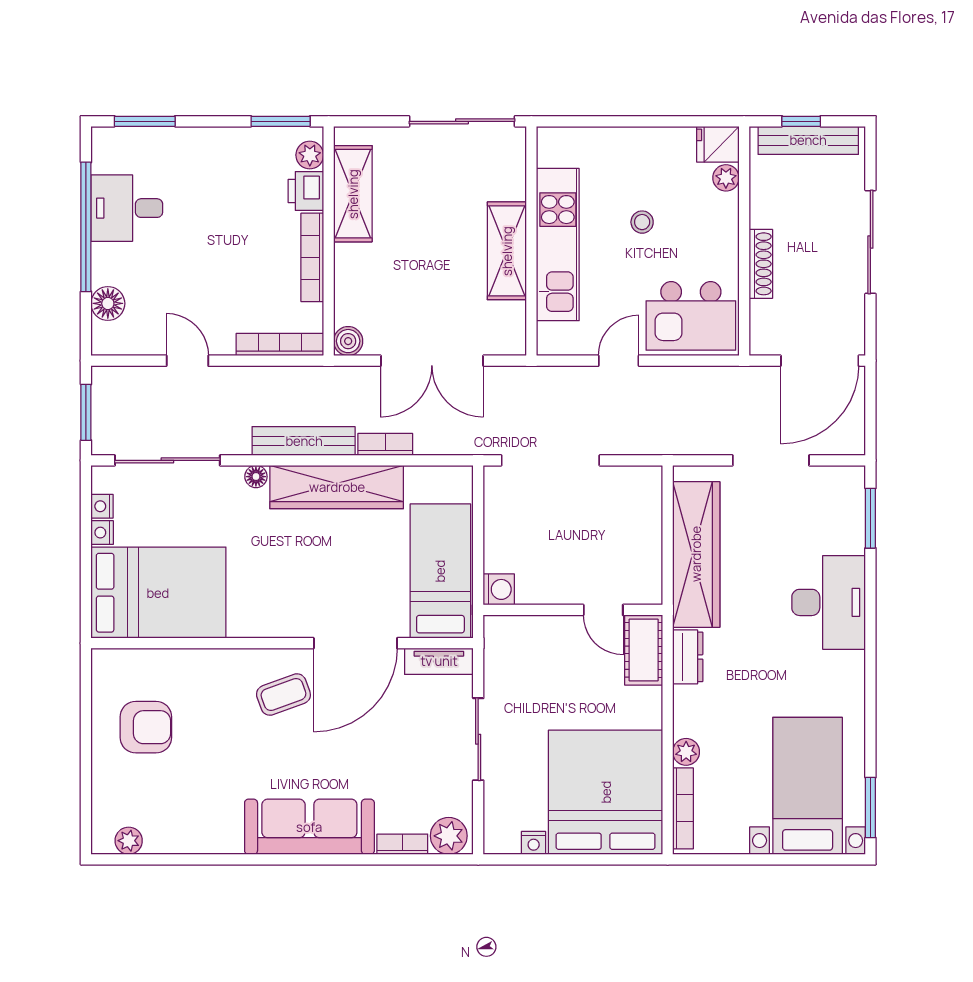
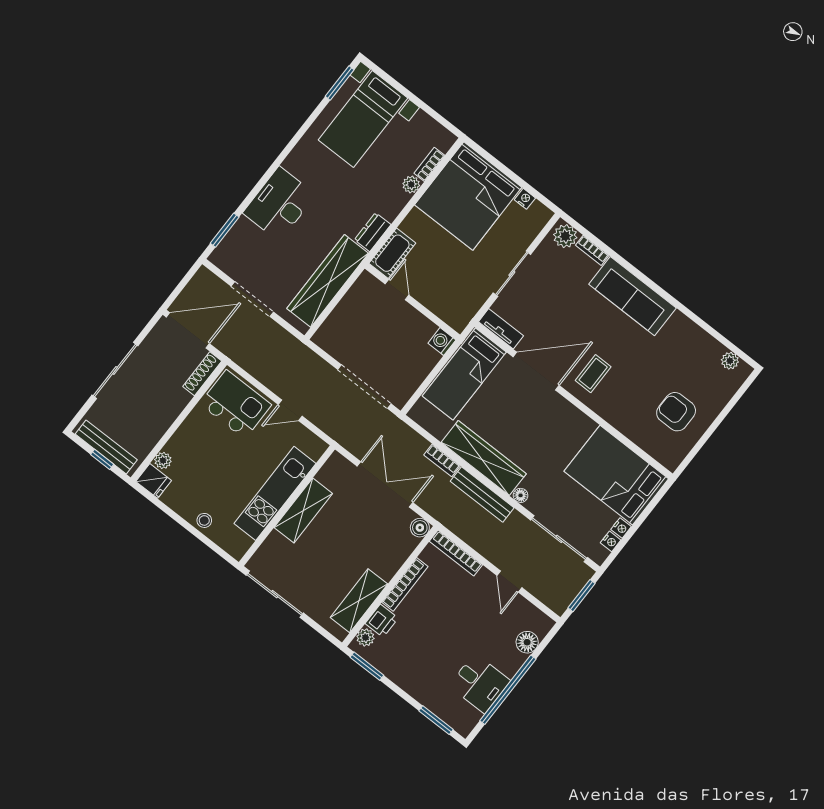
stool: (642, 222) -> (204, 520), moved
shoe rack: (761, 264) -> (202, 374), moved
coffee table: (283, 695) -> (593, 374), turned -70
bookcase: (683, 808) -> (429, 164), width x0.64

